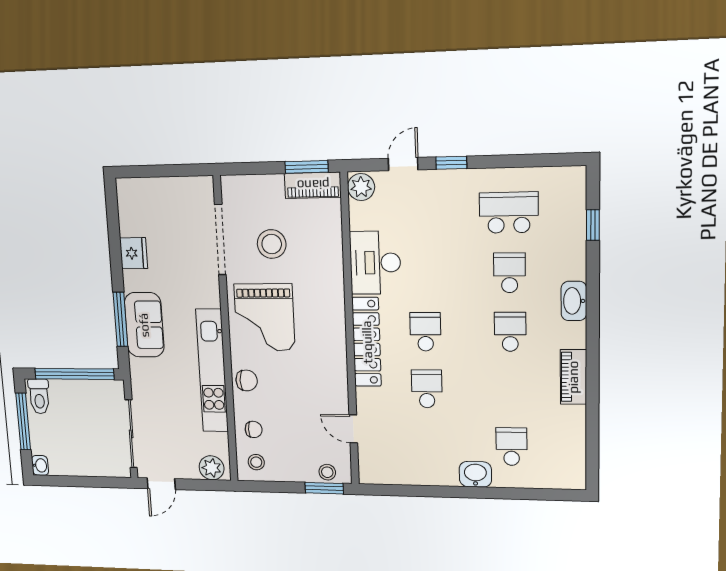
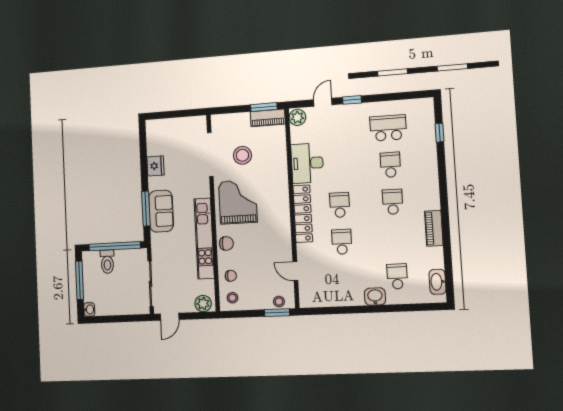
washbasin: (574, 301) -> (437, 282), moved
grand piano: (264, 317) -> (238, 202), turned 180
toilet: (39, 396) -> (107, 262), moved

